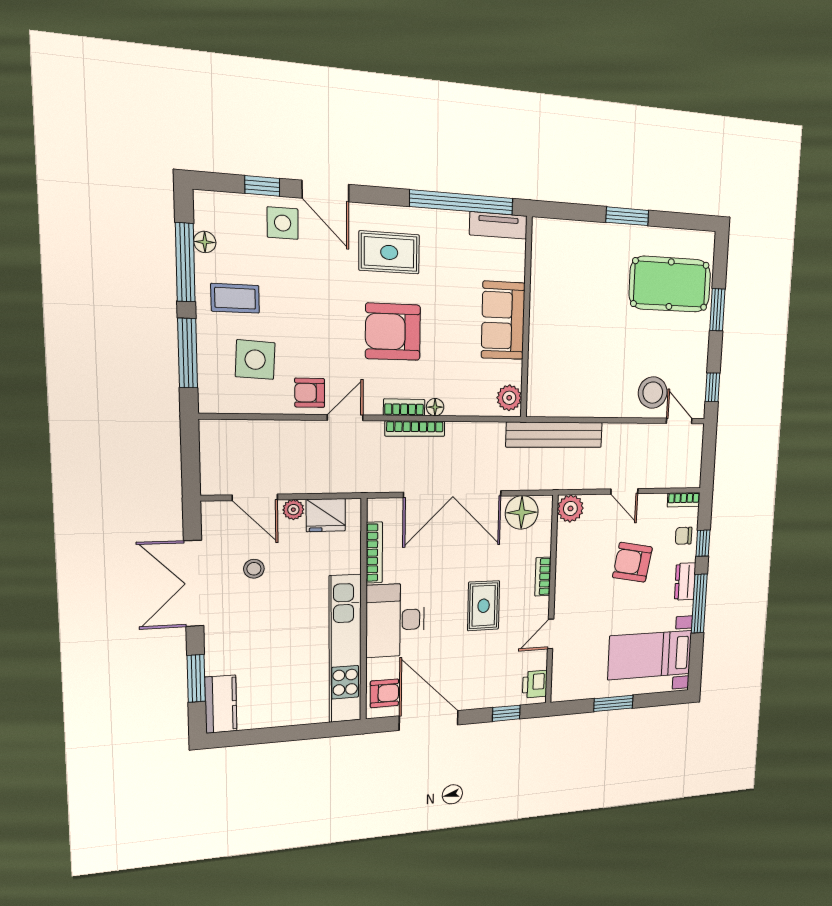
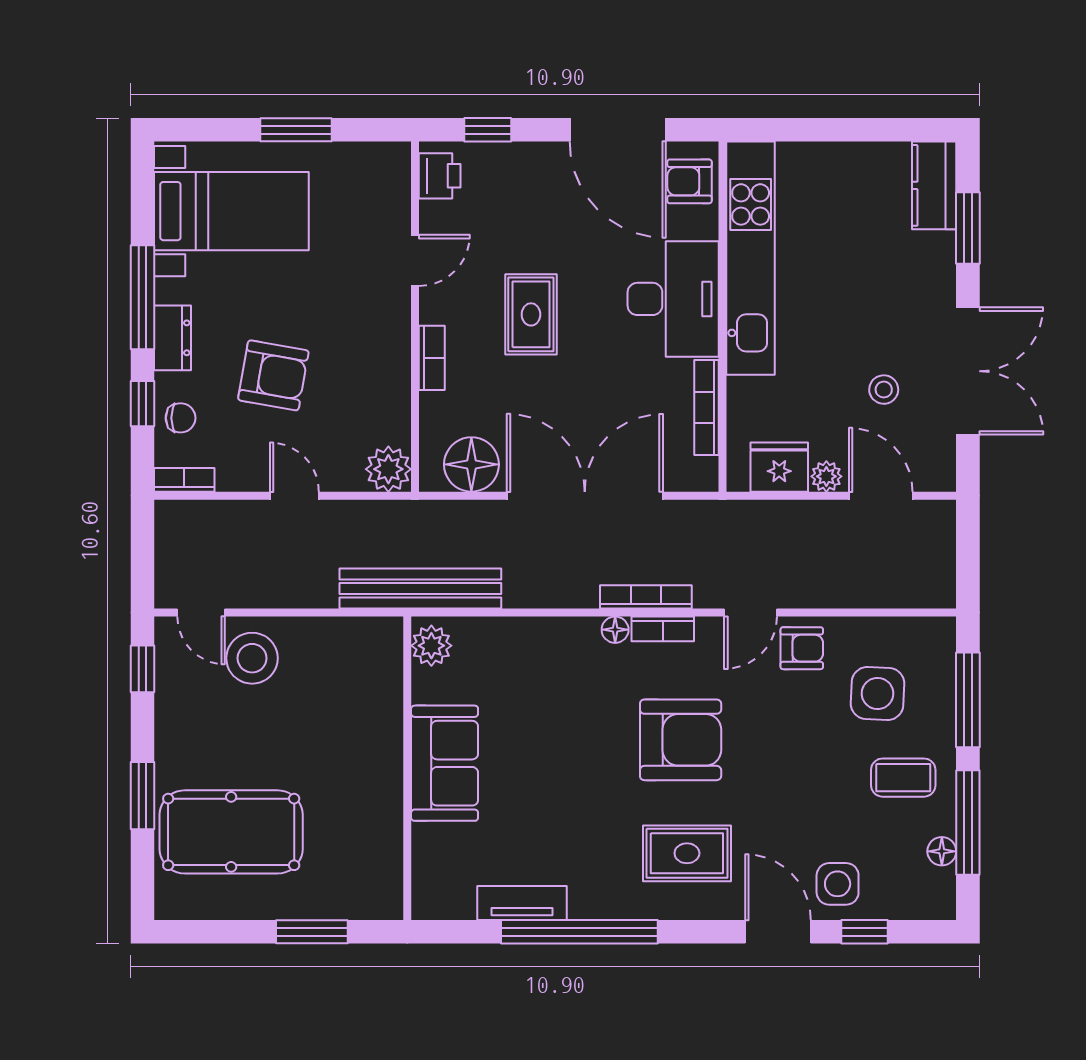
wall: (526, 318) -> (407, 768), moved
sofa: (503, 320) -> (445, 763), moved
plant: (509, 398) -> (431, 646), moved

